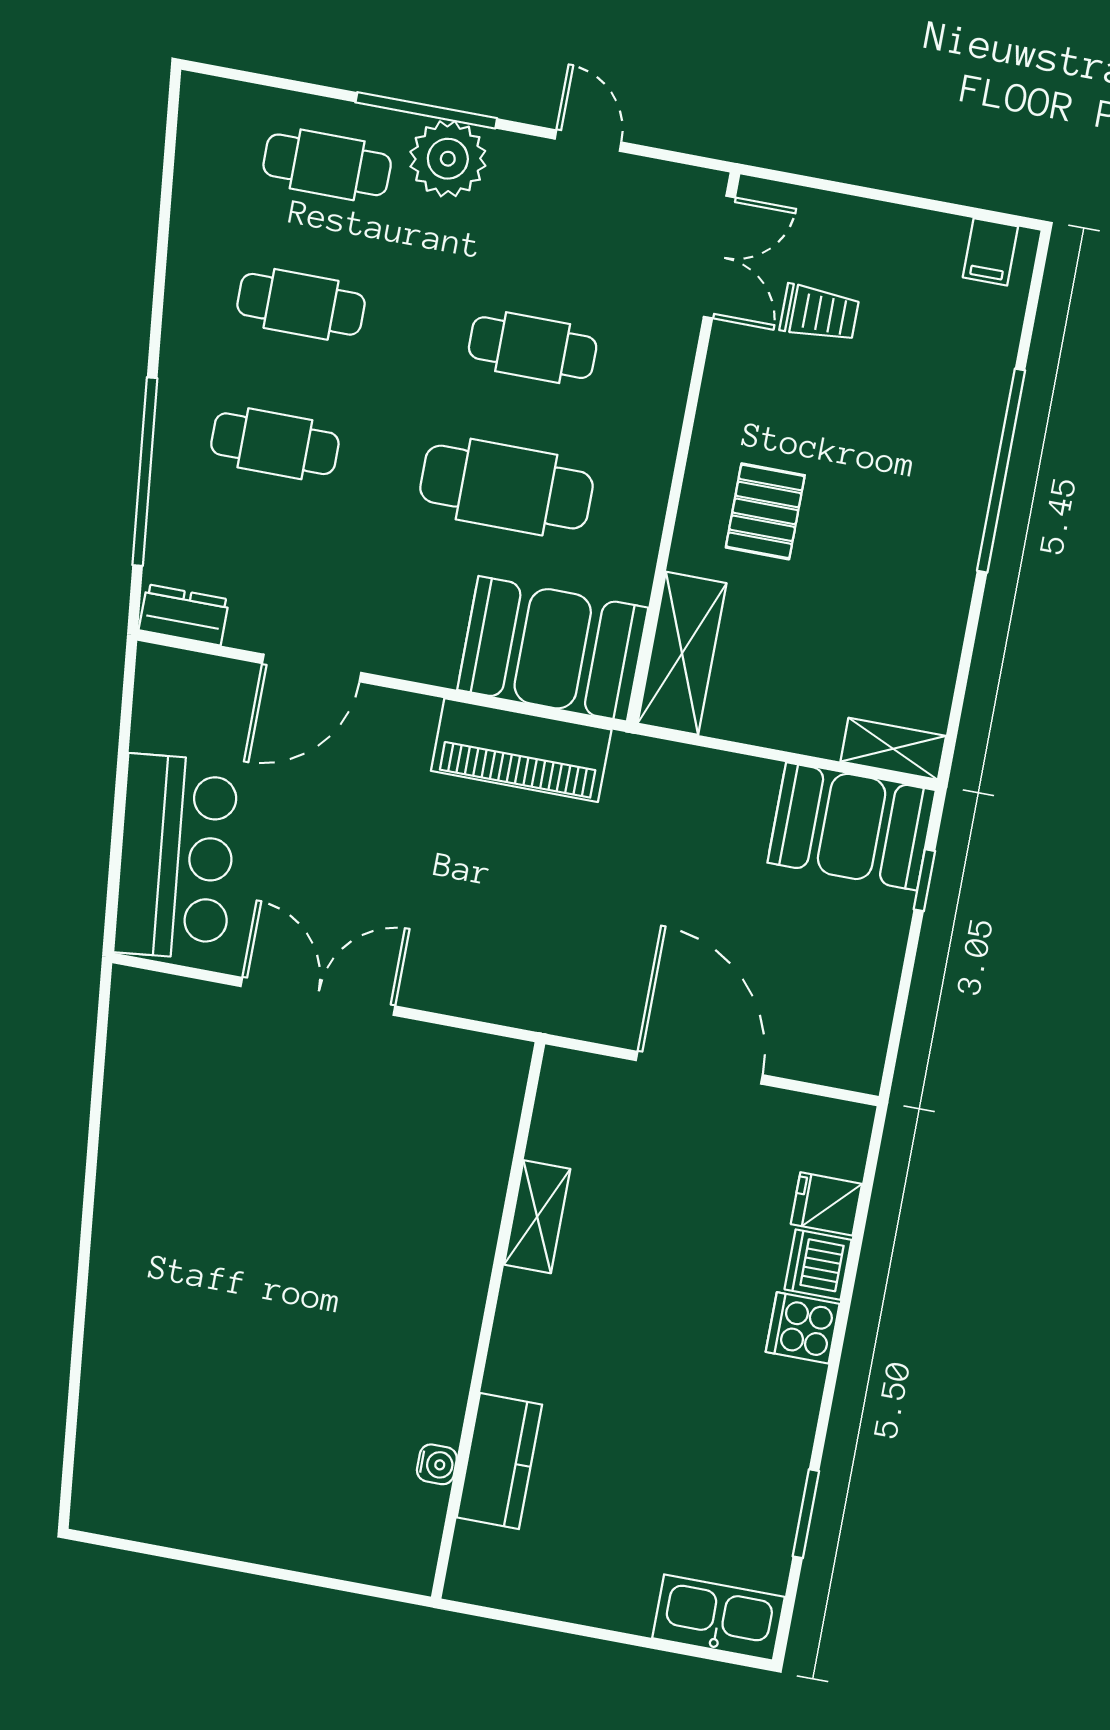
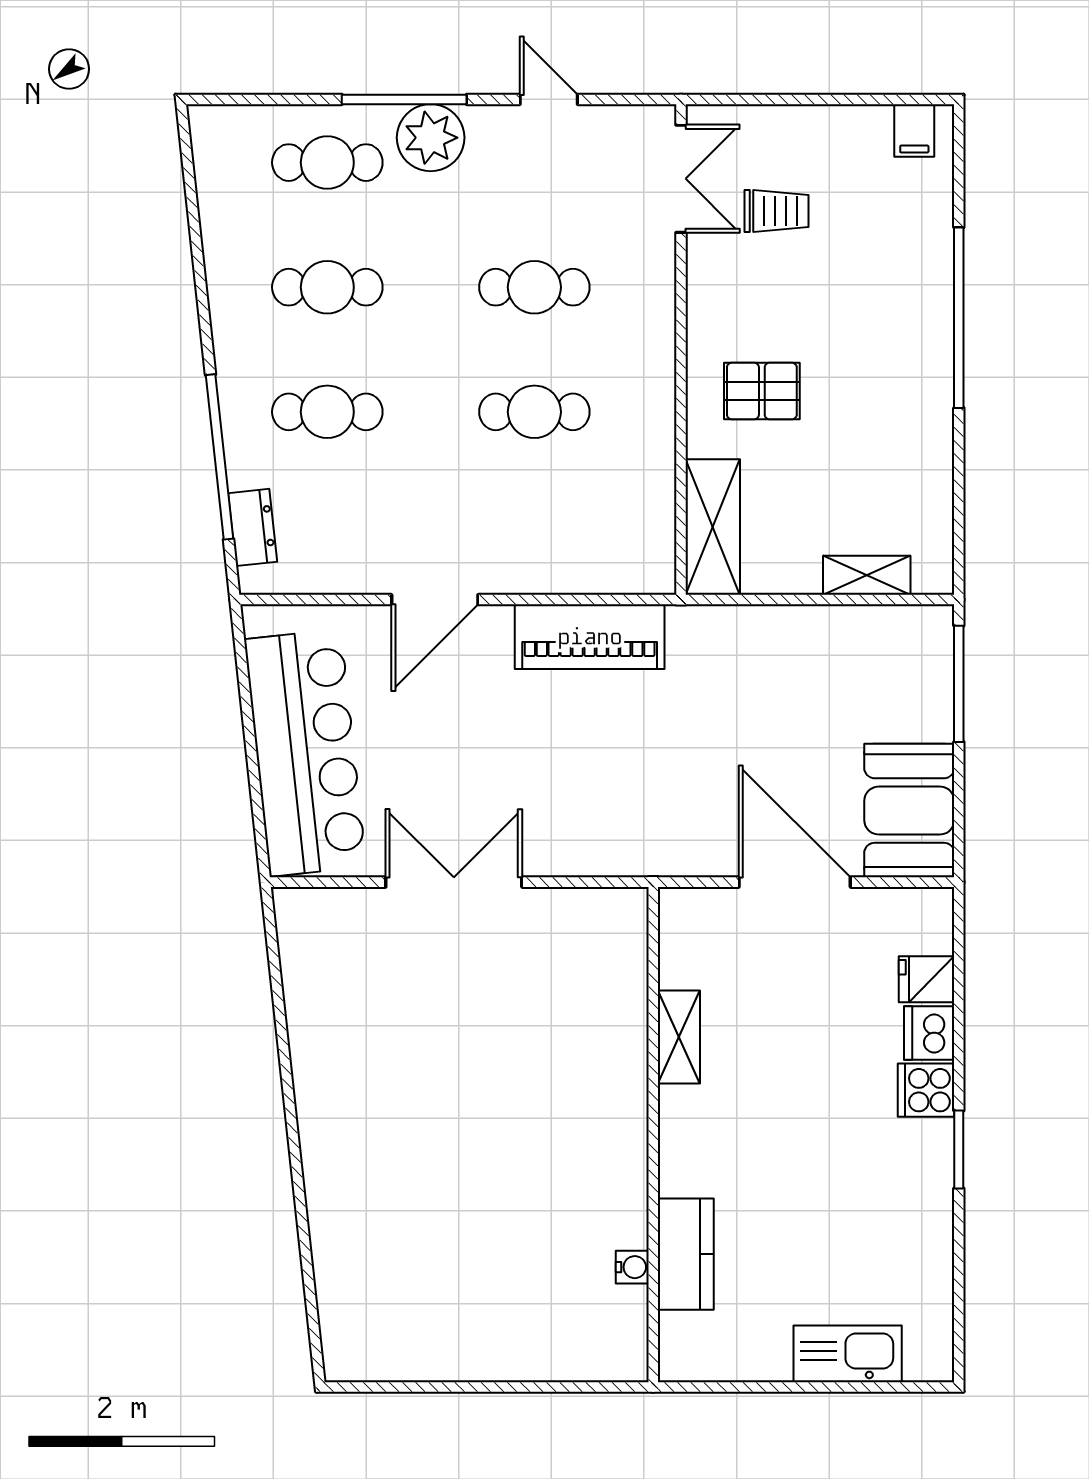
cafe table: (507, 487) -> (534, 412), width x0.73, depth x0.74
pallet: (765, 511) -> (762, 391), turned 90
dresser: (184, 615) -> (253, 527), moved, turned 84
booth: (553, 649) -> (600, 544), removed
door: (312, 668) -> (435, 600), moved
shelving: (893, 749) -> (867, 575), moved
booth: (852, 826) -> (909, 811), moved, turned 90
bar counter: (176, 857) -> (305, 753), width x1.36
window: (924, 880) -> (959, 684), width x2.17
window: (806, 1514) -> (959, 1150), moved
kitchen sink: (719, 1617) -> (848, 1354), moved

